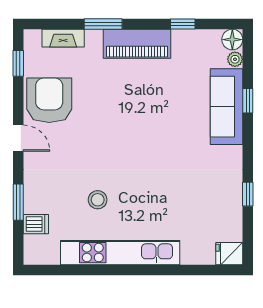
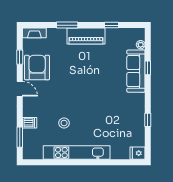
fireplace: (63, 38) -> (34, 33), moved
floor lamp: (232, 40) -> (139, 34), removed
window: (18, 63) -> (20, 57), moved
window: (18, 202) -> (20, 137), moved
dishwasher: (36, 224) -> (30, 123), moved

